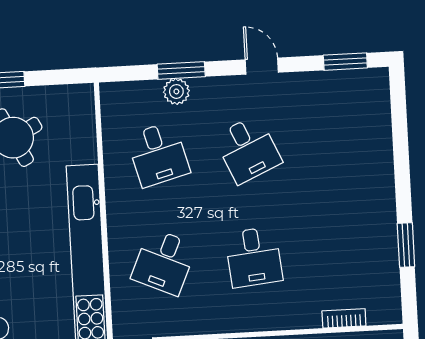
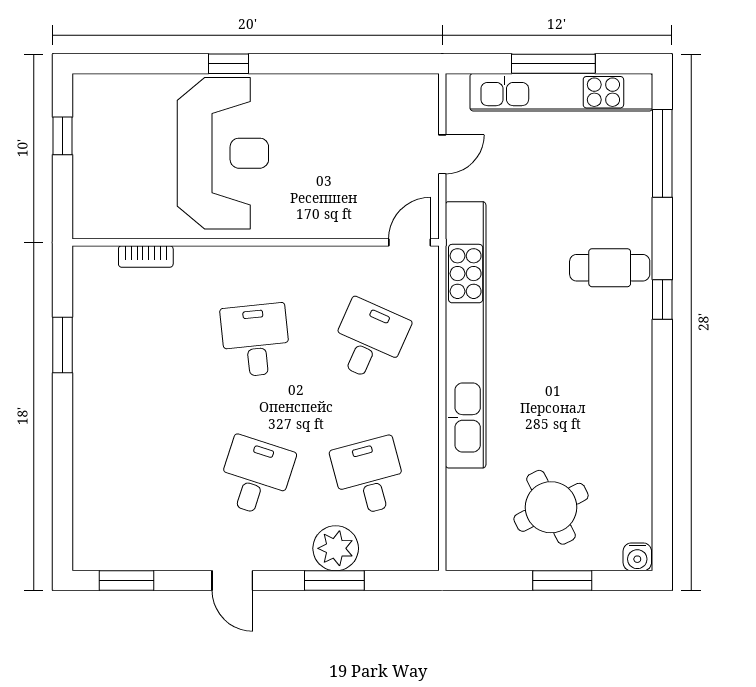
plant: (176, 91) -> (336, 548), width x1.36, depth x1.36
desk: (248, 149) -> (256, 476), turned 42

